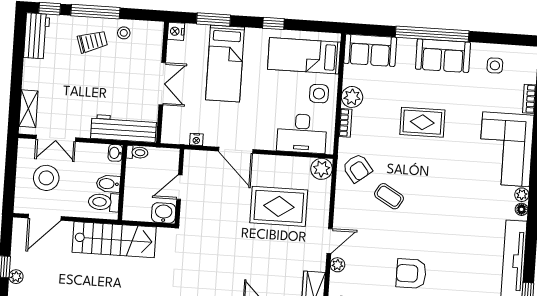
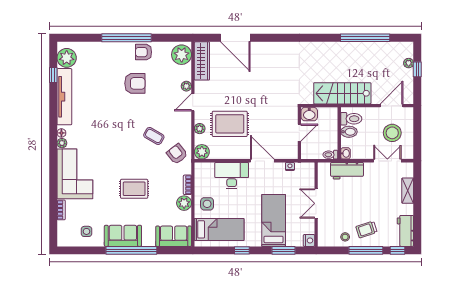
shelving: (28, 109) -> (408, 191), moved
workbench: (124, 128) -> (347, 171), width x0.73
desk: (302, 133) -> (232, 176), moved
plant: (322, 202) -> (200, 129), added

